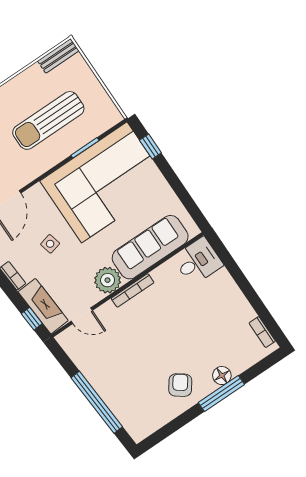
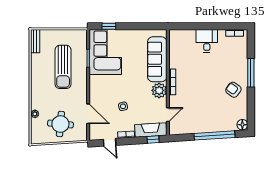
corner sofa: (104, 182) -> (105, 52), width x0.73, depth x0.74
desk: (198, 261) -> (207, 41), moved
floor lamp: (222, 376) -> (242, 125), moved

